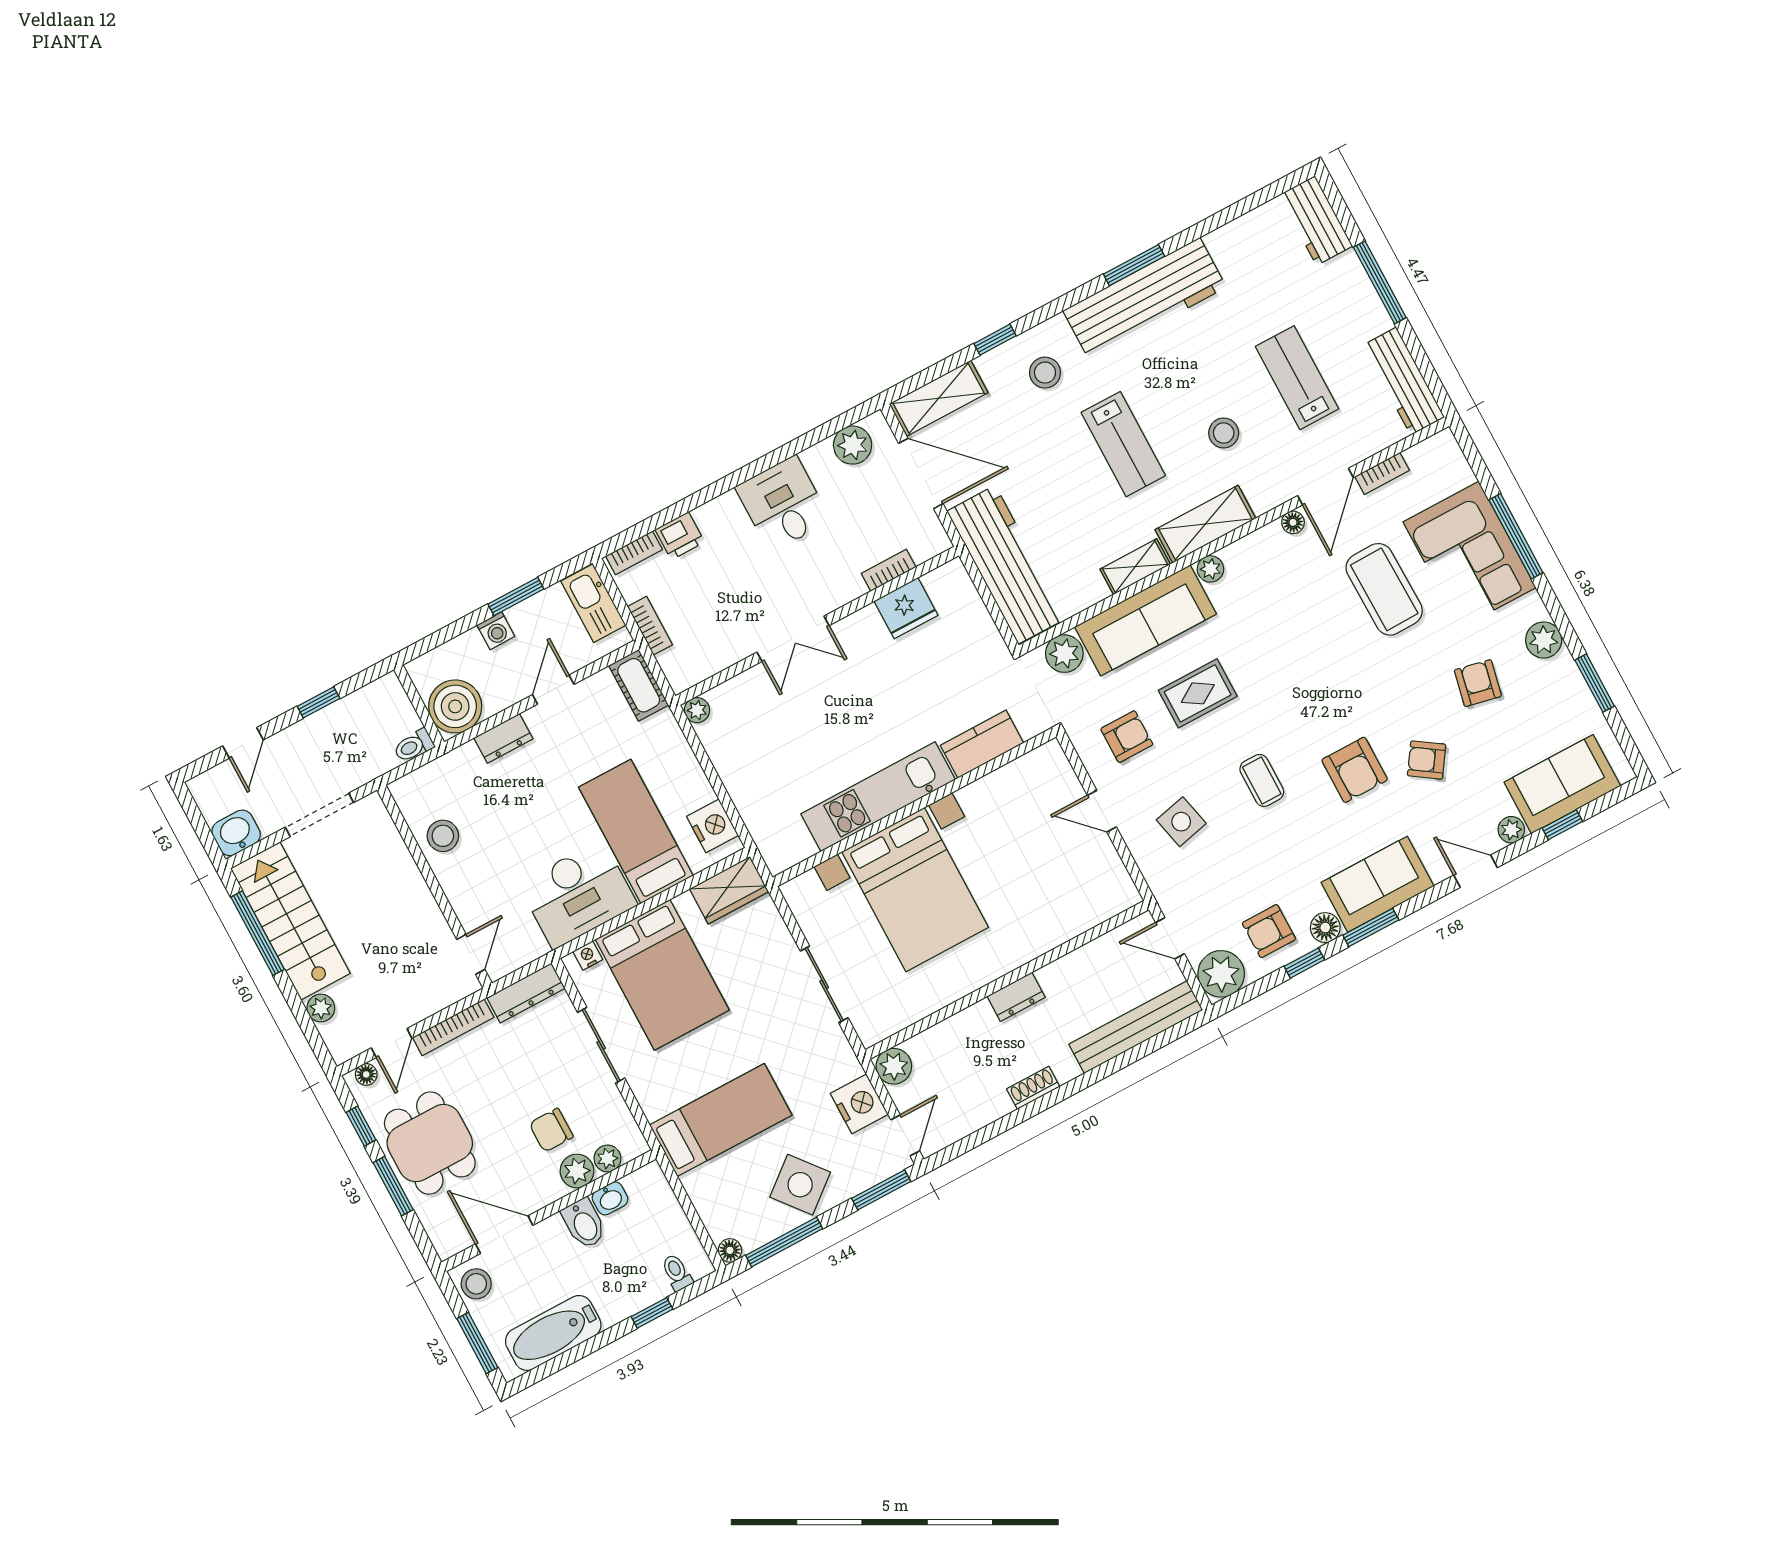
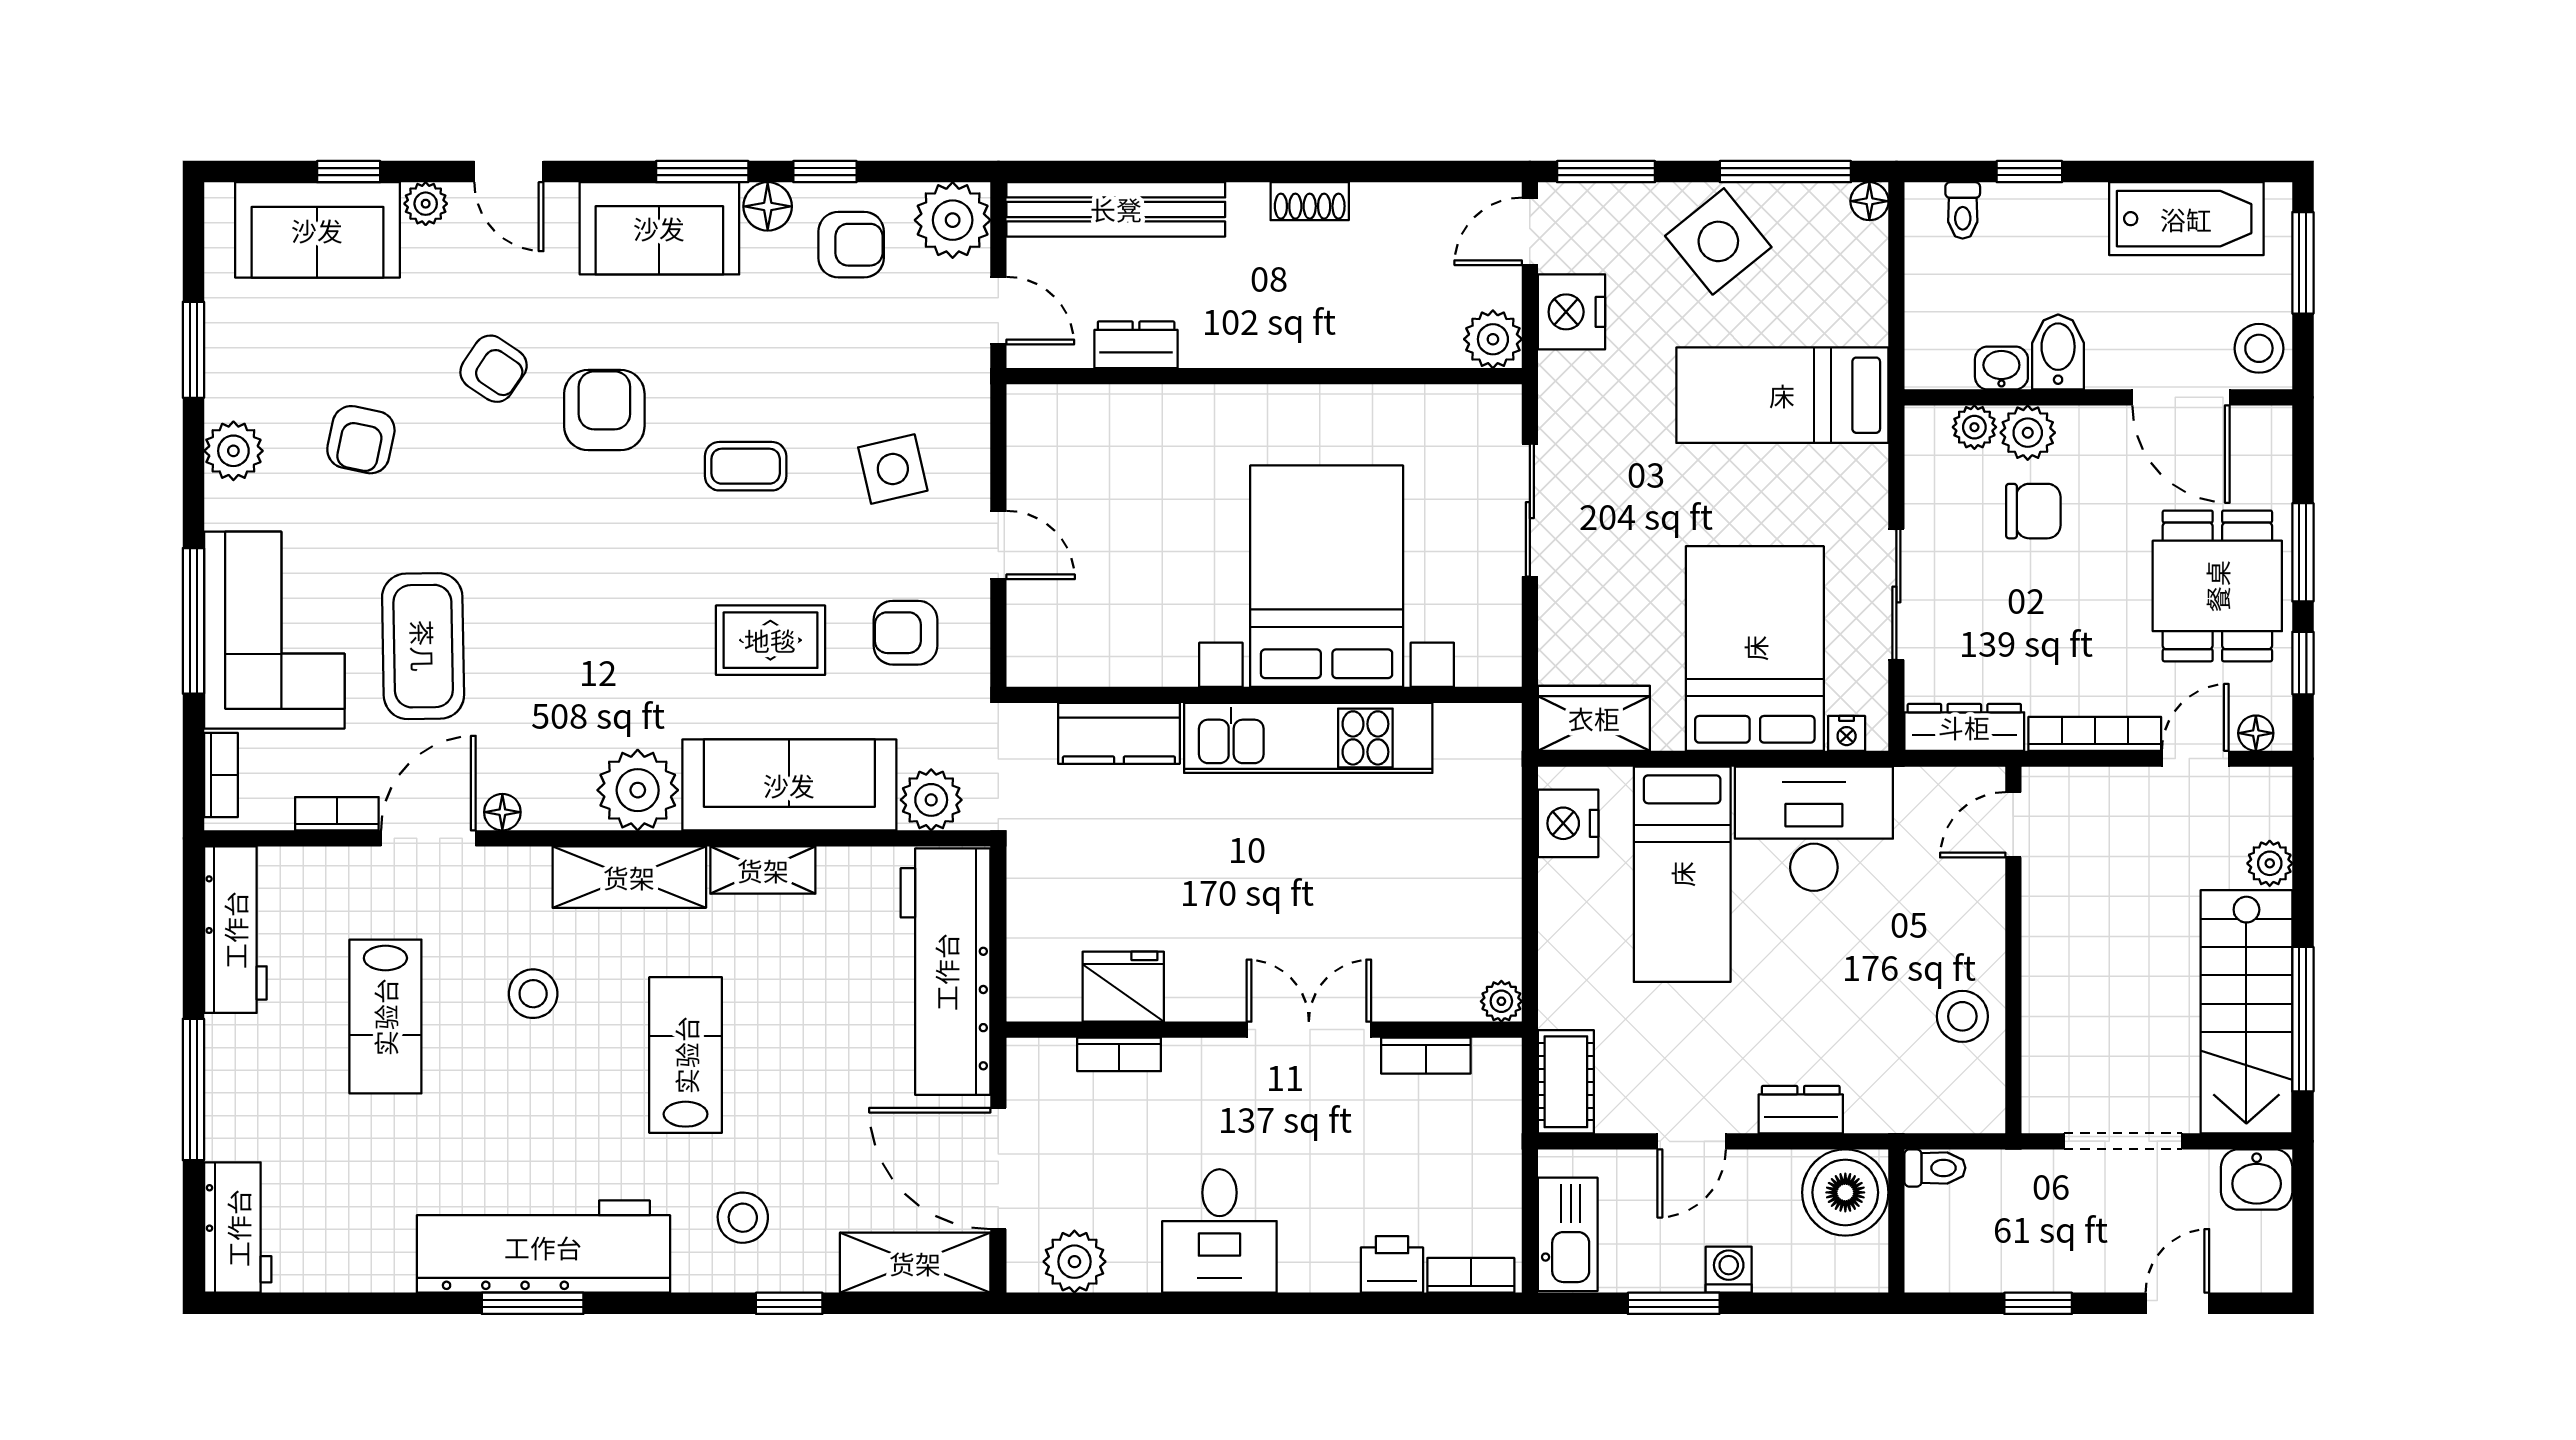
bookcase: (1456, 461) -> (221, 775), added
plant: (1210, 569) -> (638, 790), width x1.88, depth x1.88
bookcase: (650, 626) -> (1426, 1056), moved, turned -90
coffee table: (1262, 780) -> (746, 466), turned 90
dresser: (1016, 997) -> (1136, 345), moved

